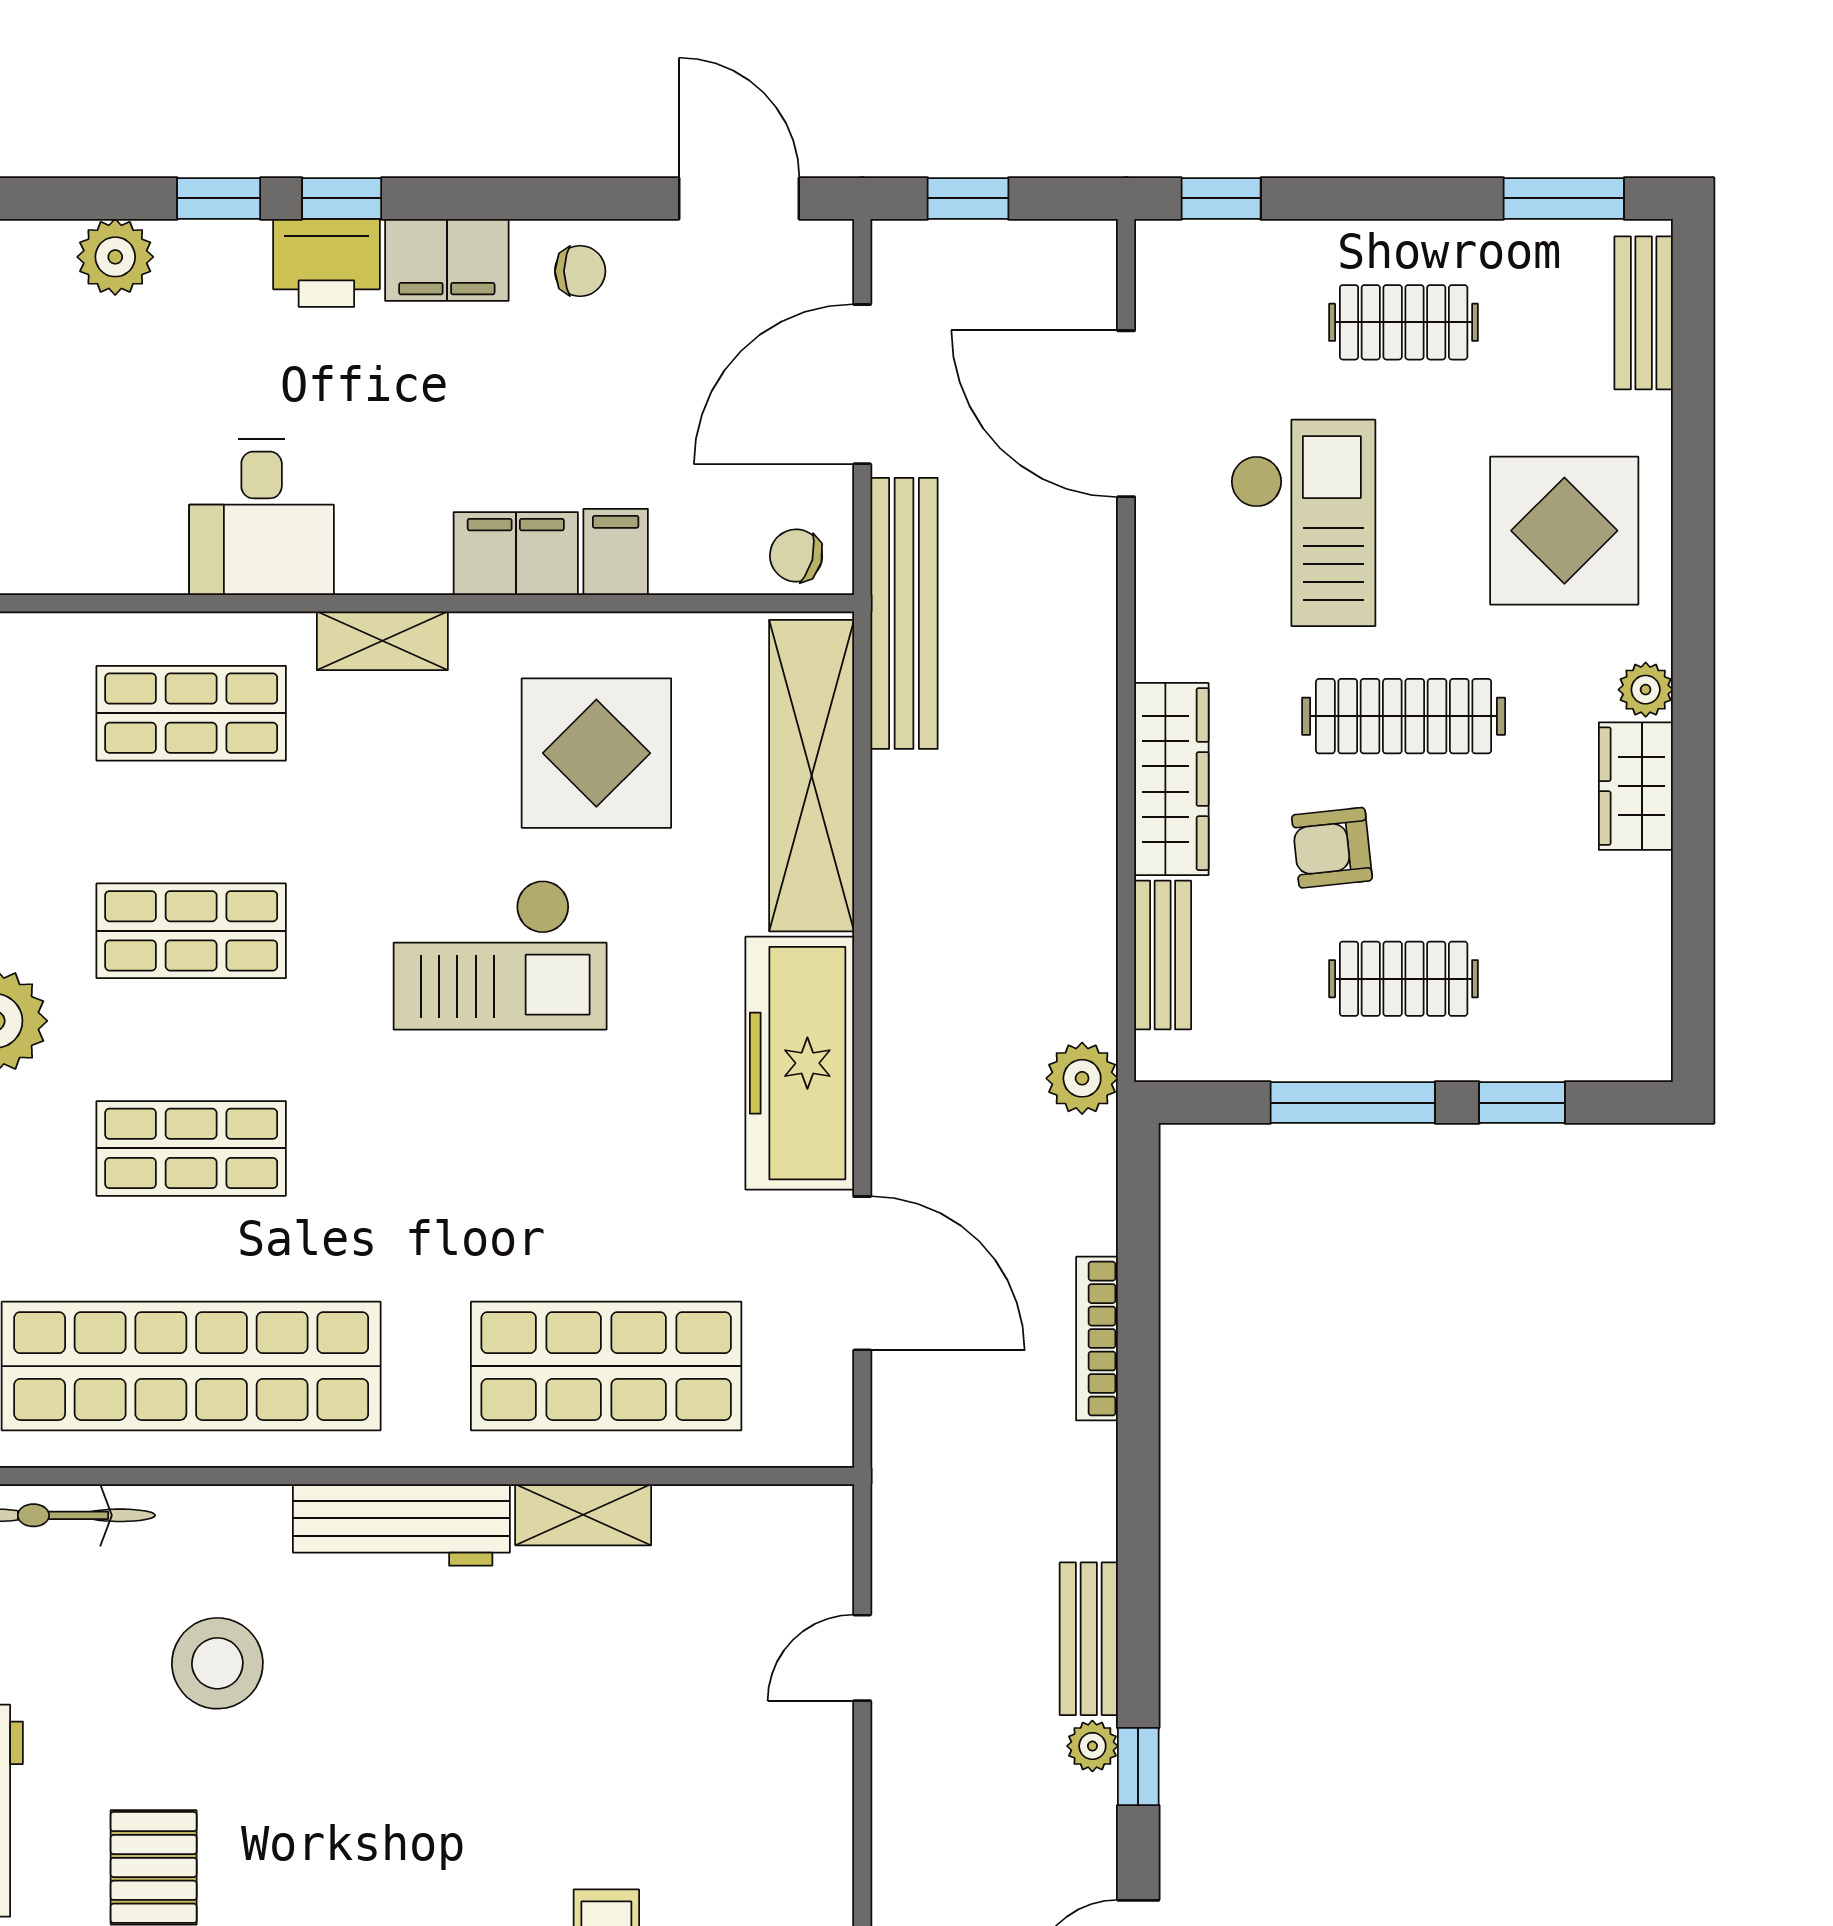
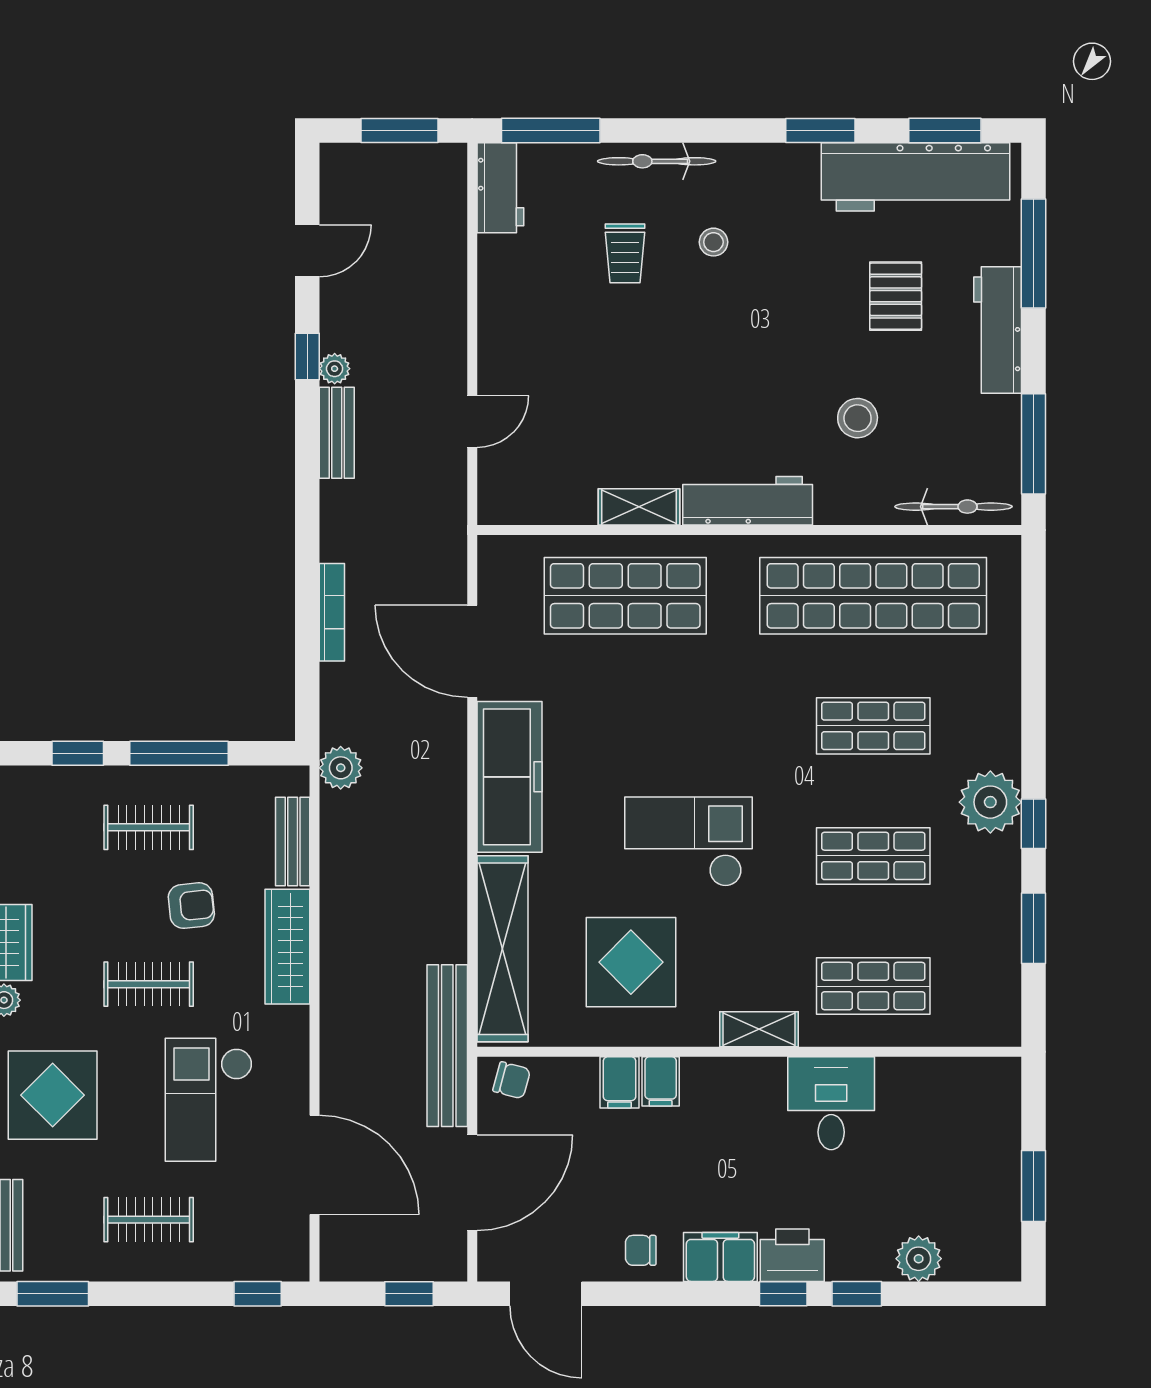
filing cabinet: (516, 554) -> (661, 1081), width x0.50
clothes rail: (1404, 716) -> (149, 984), width x0.73
stool: (217, 1663) -> (858, 418), width x0.73, depth x0.73

